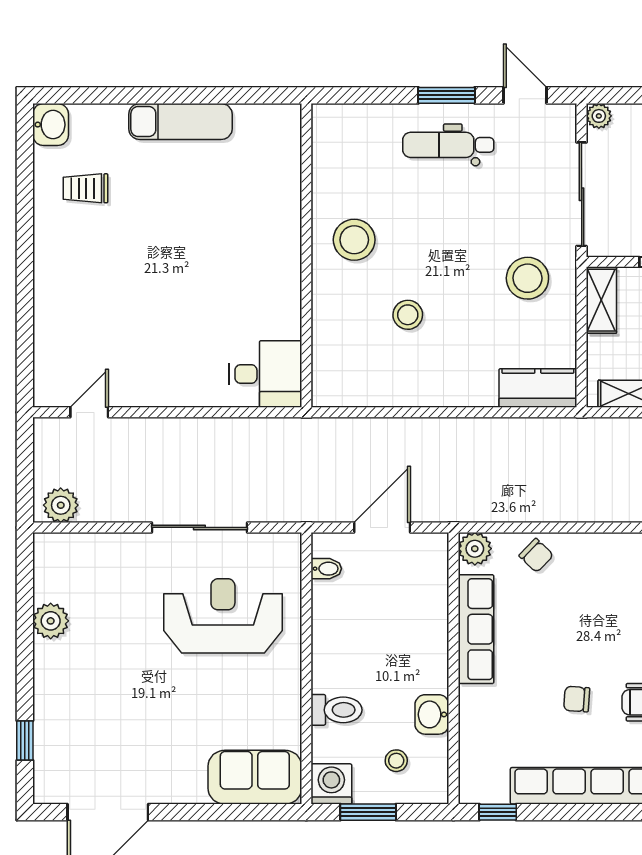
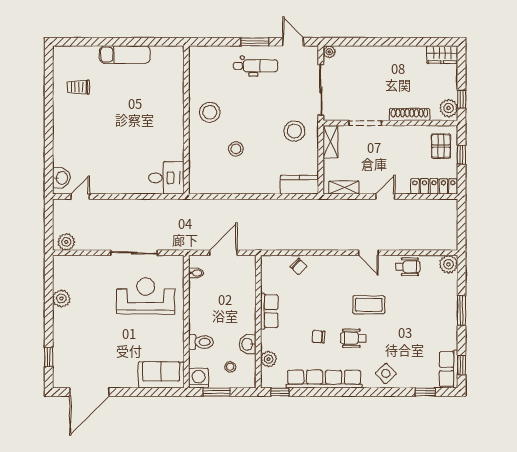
washbasin: (51, 125) -> (61, 178), moved
dental chair: (448, 145) -> (256, 66), turned 180
plant: (475, 549) -> (269, 359), moved
row of seats: (476, 629) -> (269, 311), width x0.68

